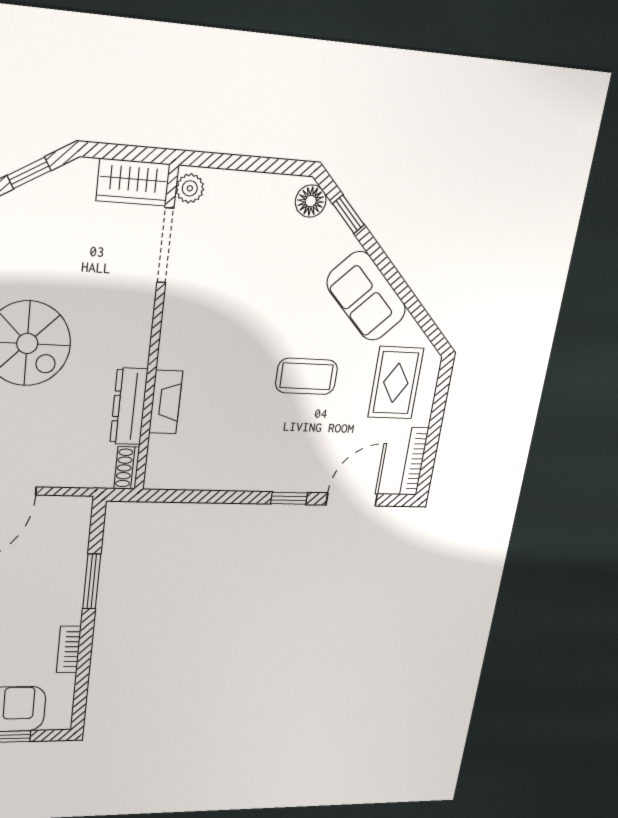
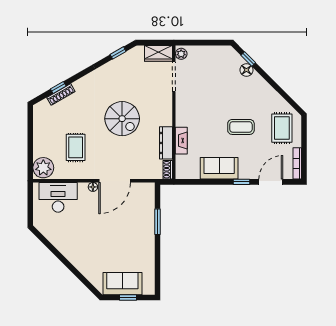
floor lamp: (311, 201) -> (246, 70), moved
sofa: (366, 296) -> (219, 168), moved, turned 135
bookcase: (69, 649) -> (150, 254), removed

